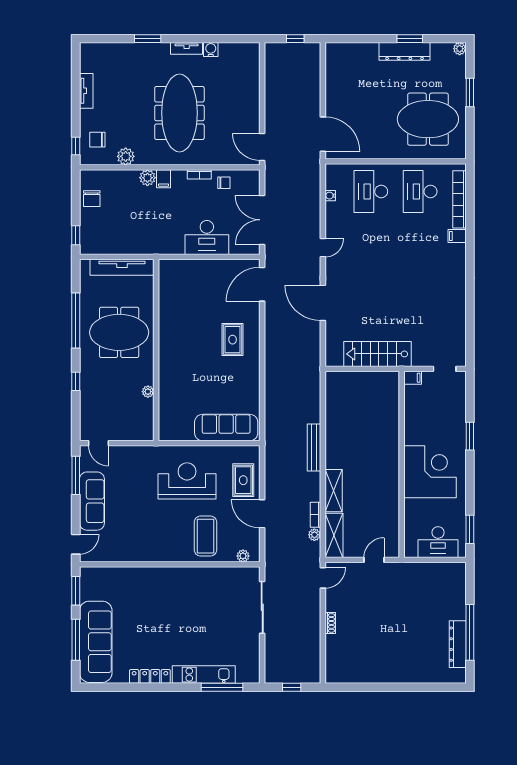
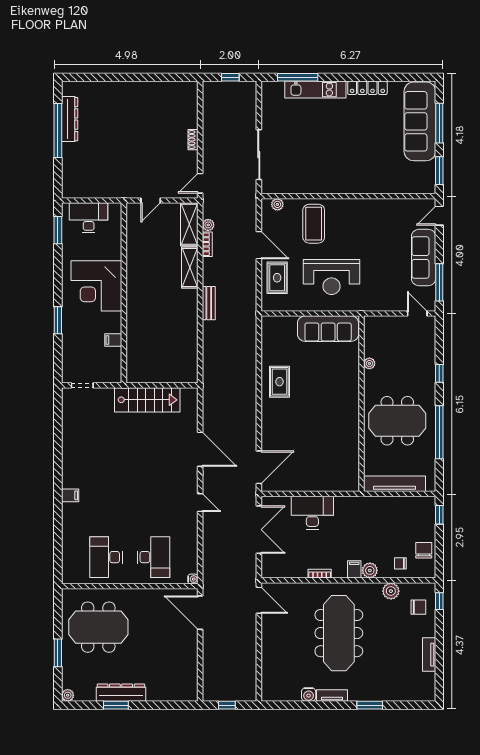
chair: (224, 183) -> (400, 563), moved
desk: (420, 191) -> (106, 557), turned 180
water cooler: (330, 196) -> (193, 579), moved
bookcase: (459, 199) -> (68, 549), removed
filing cabinet: (457, 236) -> (70, 495), moved
door: (323, 248) -> (200, 503), swing flipped
rug: (233, 340) -> (279, 382), moved
filing cabinet: (413, 378) -> (113, 340), moved
sofa: (226, 428) -> (328, 329), moved
bench: (314, 448) -> (209, 303), width x0.73

